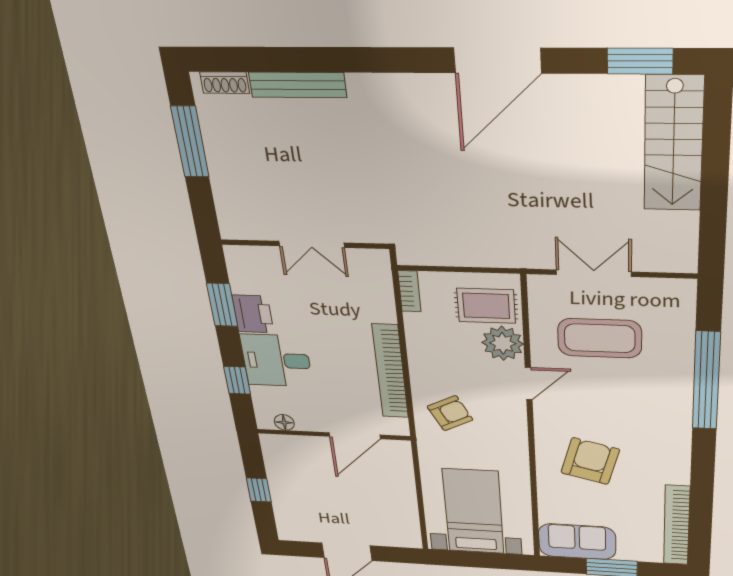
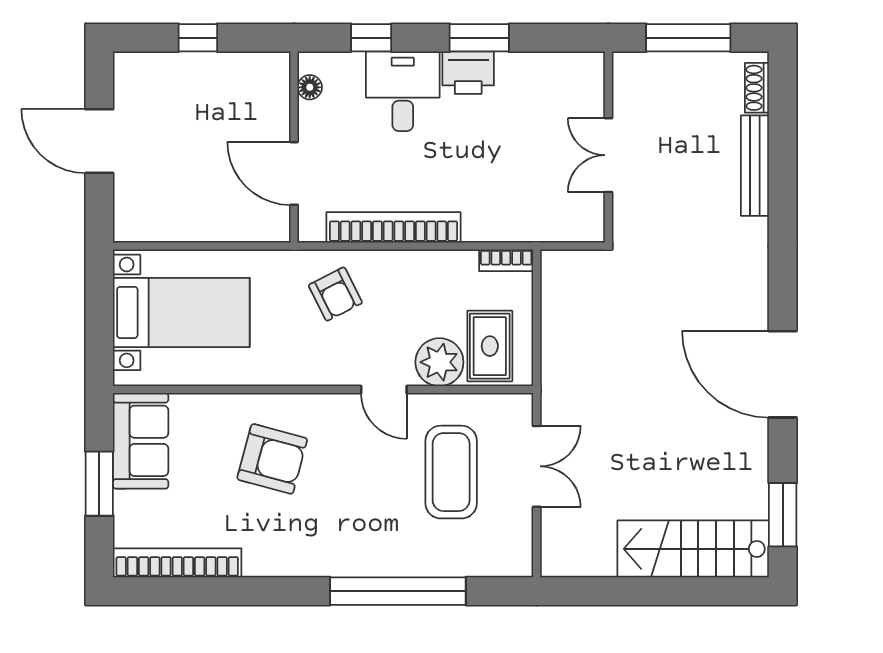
wall: (304, 244) -> (608, 147), moved
double door: (312, 244) -> (608, 155), moved

